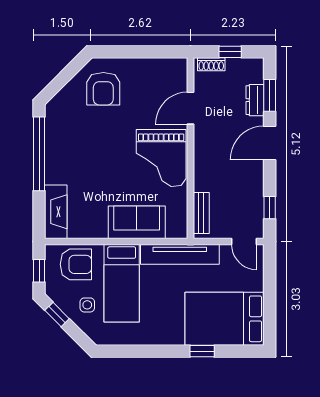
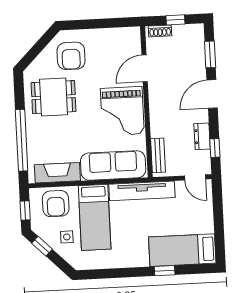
dresser: (255, 100) -> (202, 136), moved
dining table: (80, 137) -> (54, 97), added
window: (39, 154) -> (22, 140), moved
fireplace: (56, 212) -> (57, 173), moved, turned -90
sofa: (137, 222) -> (113, 165), width x1.36
armchair: (76, 264) -> (56, 204), turned 90
bed: (224, 319) -> (182, 250), width x0.67

